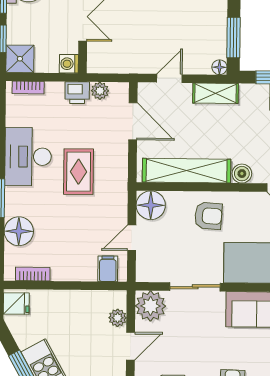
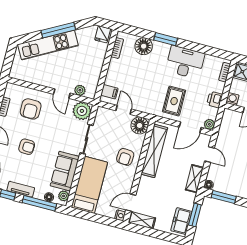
plant: (100, 91) -> (209, 124), moved
rug: (79, 172) -> (174, 101), moved, turned 90
boiler: (242, 174) -> (145, 182), removed

